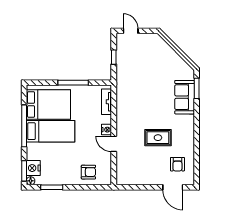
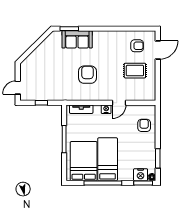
armchair: (145, 109) -> (87, 75), added
rug: (158, 138) -> (135, 71), moved, turned 90

